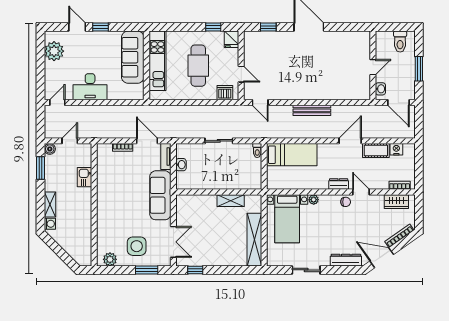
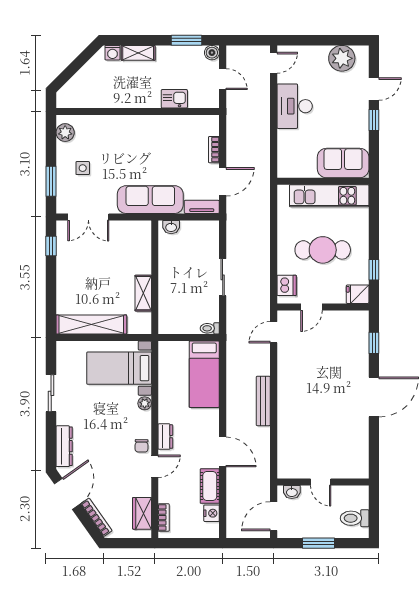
sofa: (133, 57) -> (343, 163), width x0.73
door: (57, 103) -> (274, 63), hinge flipped
washbasin: (181, 165) -> (171, 227), moved
side table: (137, 246) -> (83, 168), width x0.54, depth x0.54

